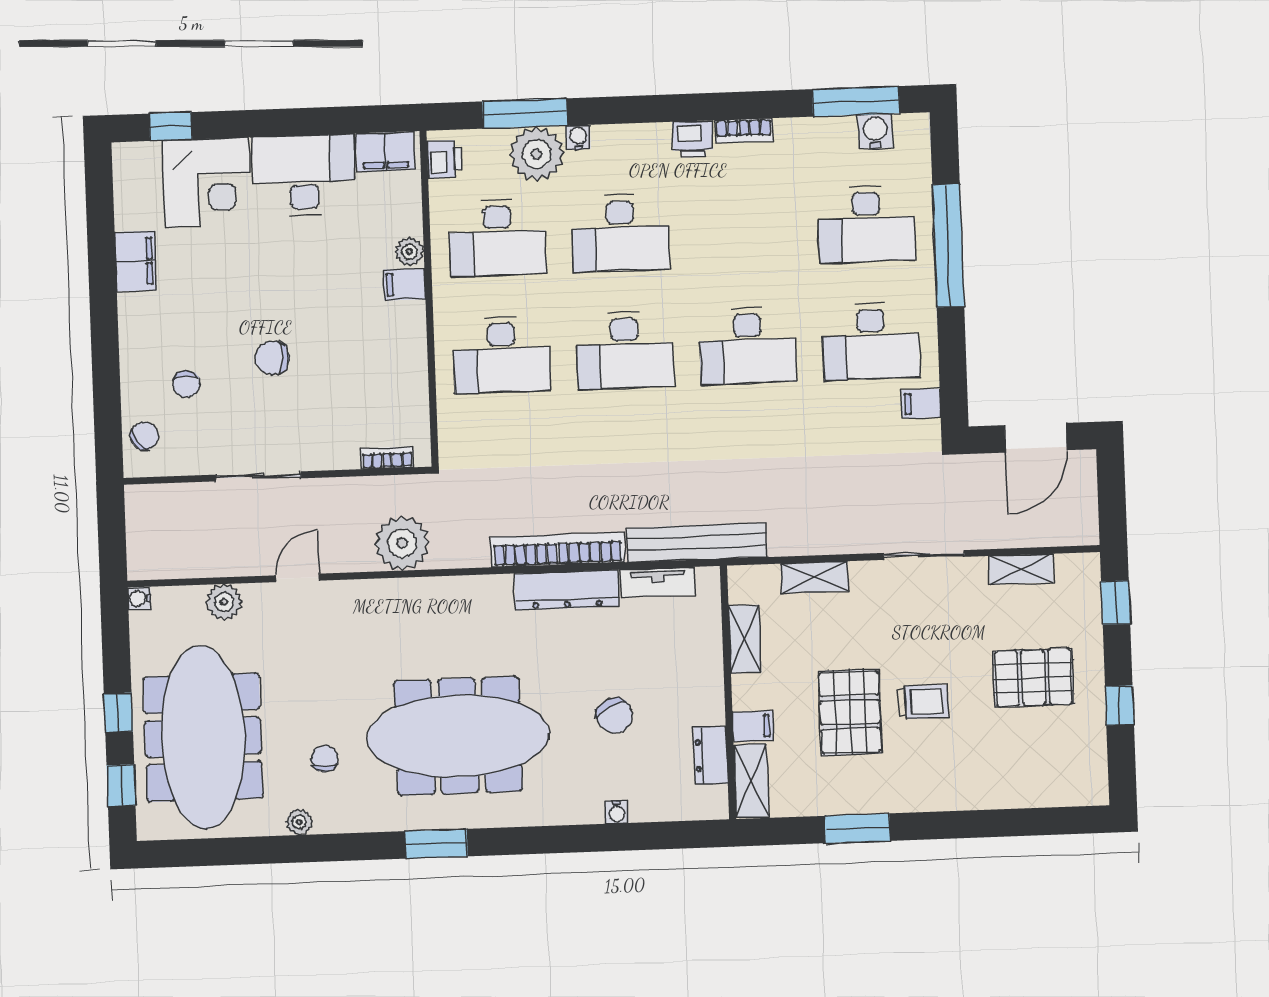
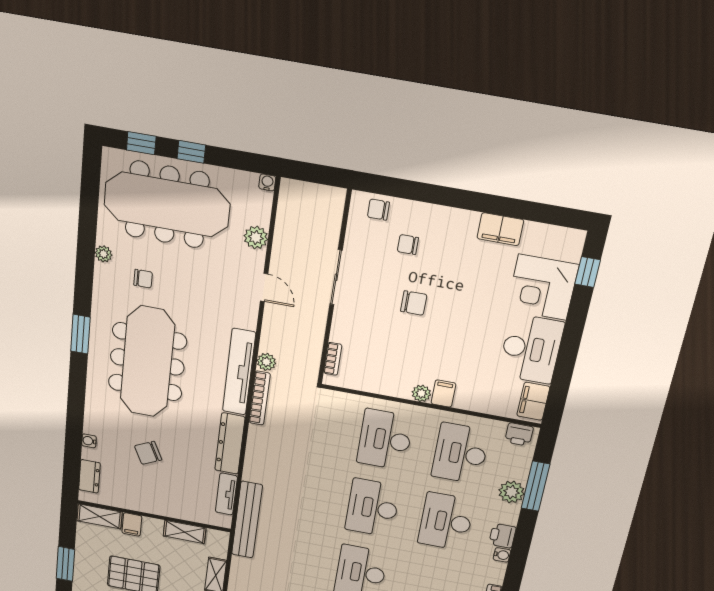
water cooler: (578, 137) -> (502, 555), moved
printer: (693, 139) -> (502, 536), moved
plant: (537, 154) -> (511, 492), width x0.73, depth x0.73
plant: (409, 252) -> (421, 393), moved
chair: (272, 358) -> (414, 303), turned 90
chair: (144, 436) -> (378, 210), turned 128
plant: (402, 543) -> (266, 362), width x0.53, depth x0.53
bookcase: (558, 550) -> (260, 398), moved, width x0.68, depth x0.76
tv unit: (442, 594) -> (239, 372), added
dresser: (711, 755) -> (89, 476), moved, turned 90

